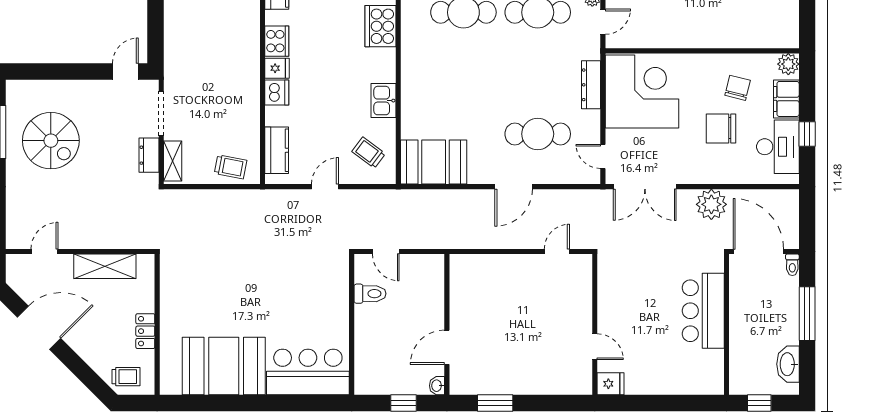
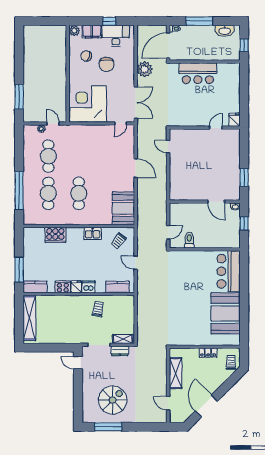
dresser: (591, 85) -> (85, 129), removed
cafe table: (538, 134) -> (79, 193), moved
trolley: (231, 167) -> (98, 309), moved

